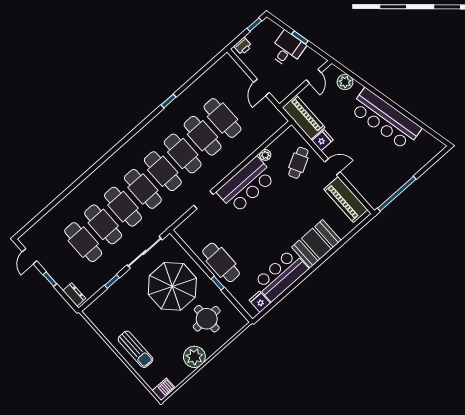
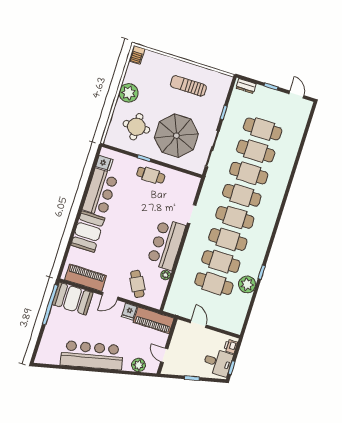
desk: (287, 49) -> (218, 362), moved, turned -77
plant: (190, 98) -> (247, 284), added
booth: (371, 187) -> (73, 299), added
cafe table: (221, 262) -> (151, 175), width x0.73, depth x0.74
sun lounger: (136, 349) -> (188, 86), moved

